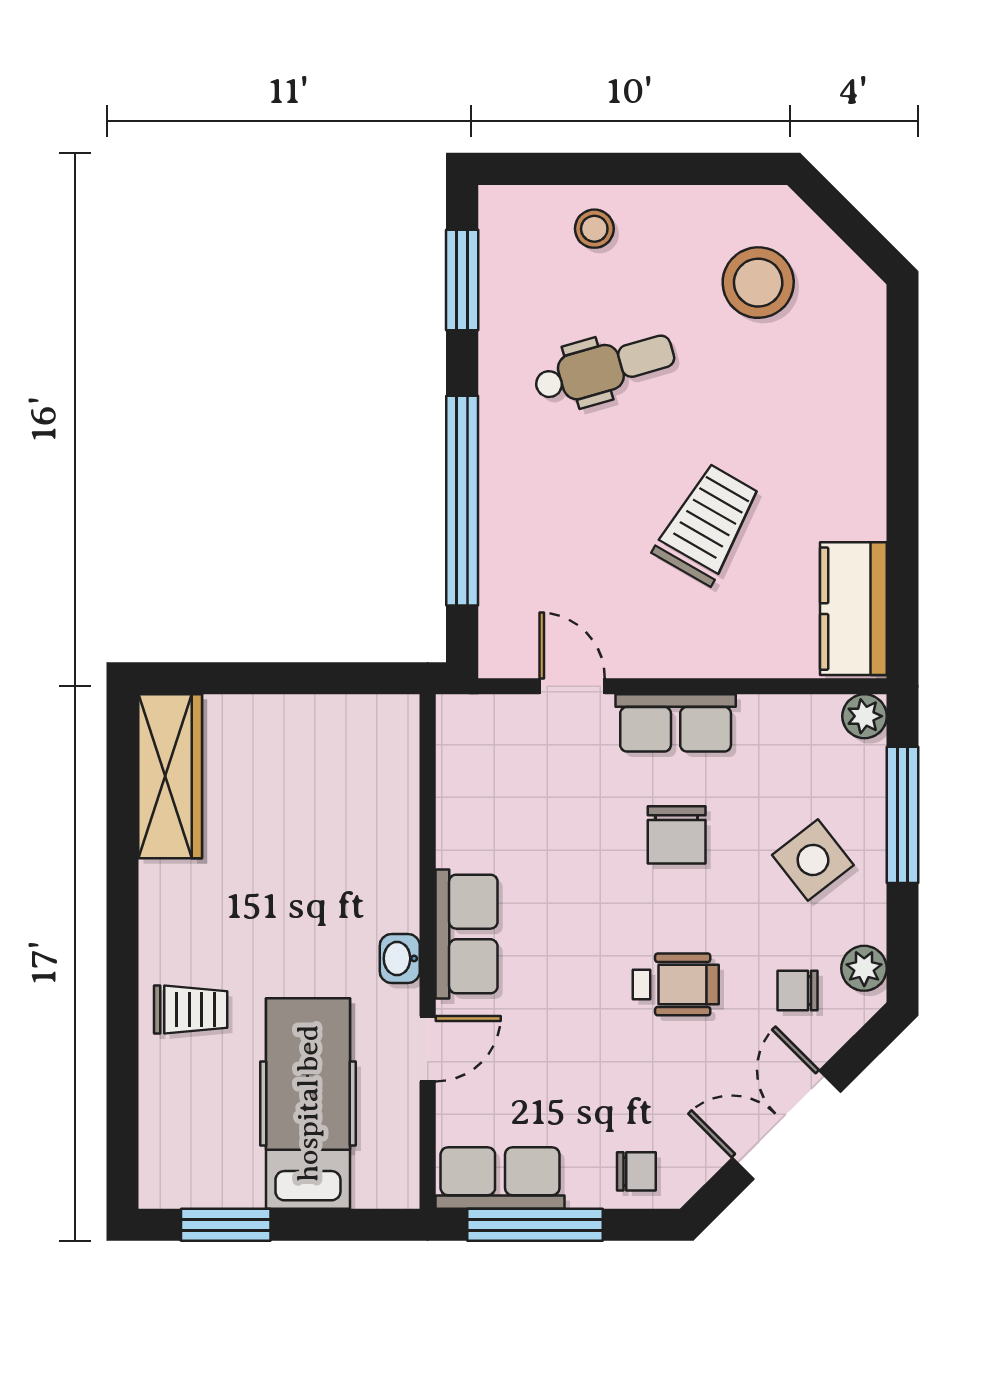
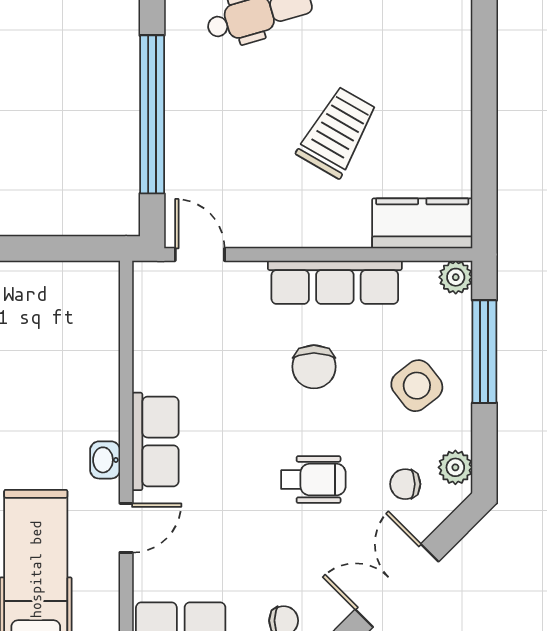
kitchen counter: (853, 609) -> (422, 223), moved, turned 90
door: (572, 686) -> (200, 254), moved
row of seats: (676, 723) -> (335, 282), width x1.48

